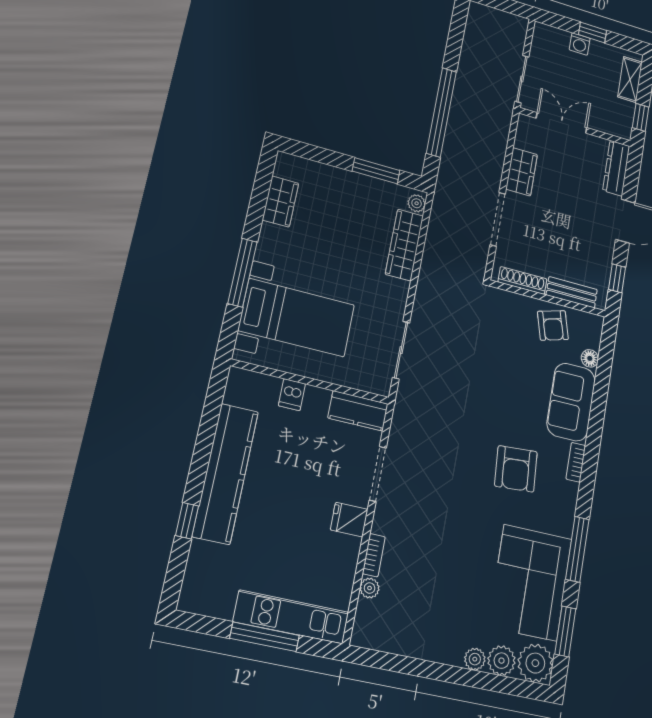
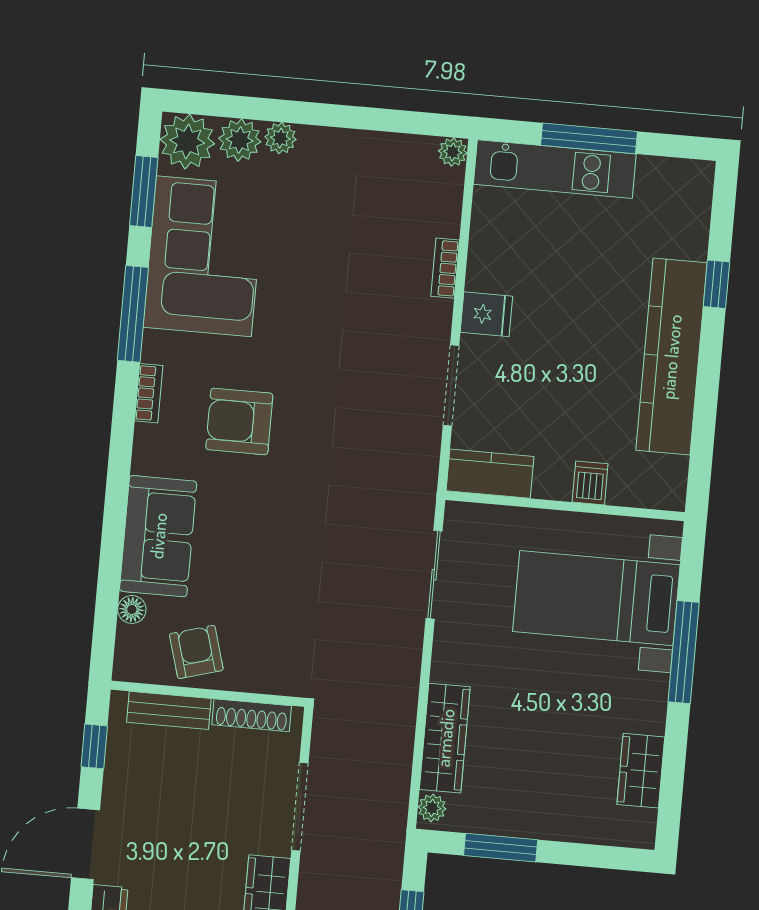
bookcase: (576, 462) -> (149, 393), moved
armchair: (516, 469) -> (239, 421), turned -86
plant: (370, 588) -> (453, 152), moved

